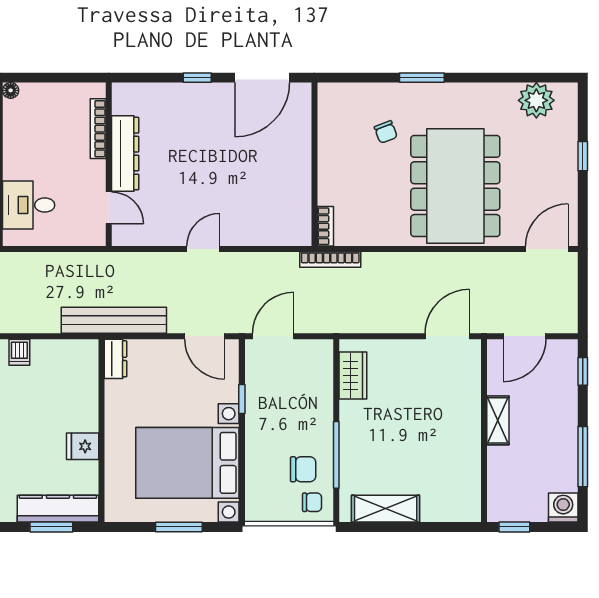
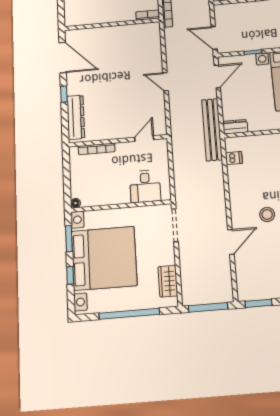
dresser: (125, 154) -> (76, 117), moved, turned 90
dishwasher: (19, 352) -> (234, 158), moved

